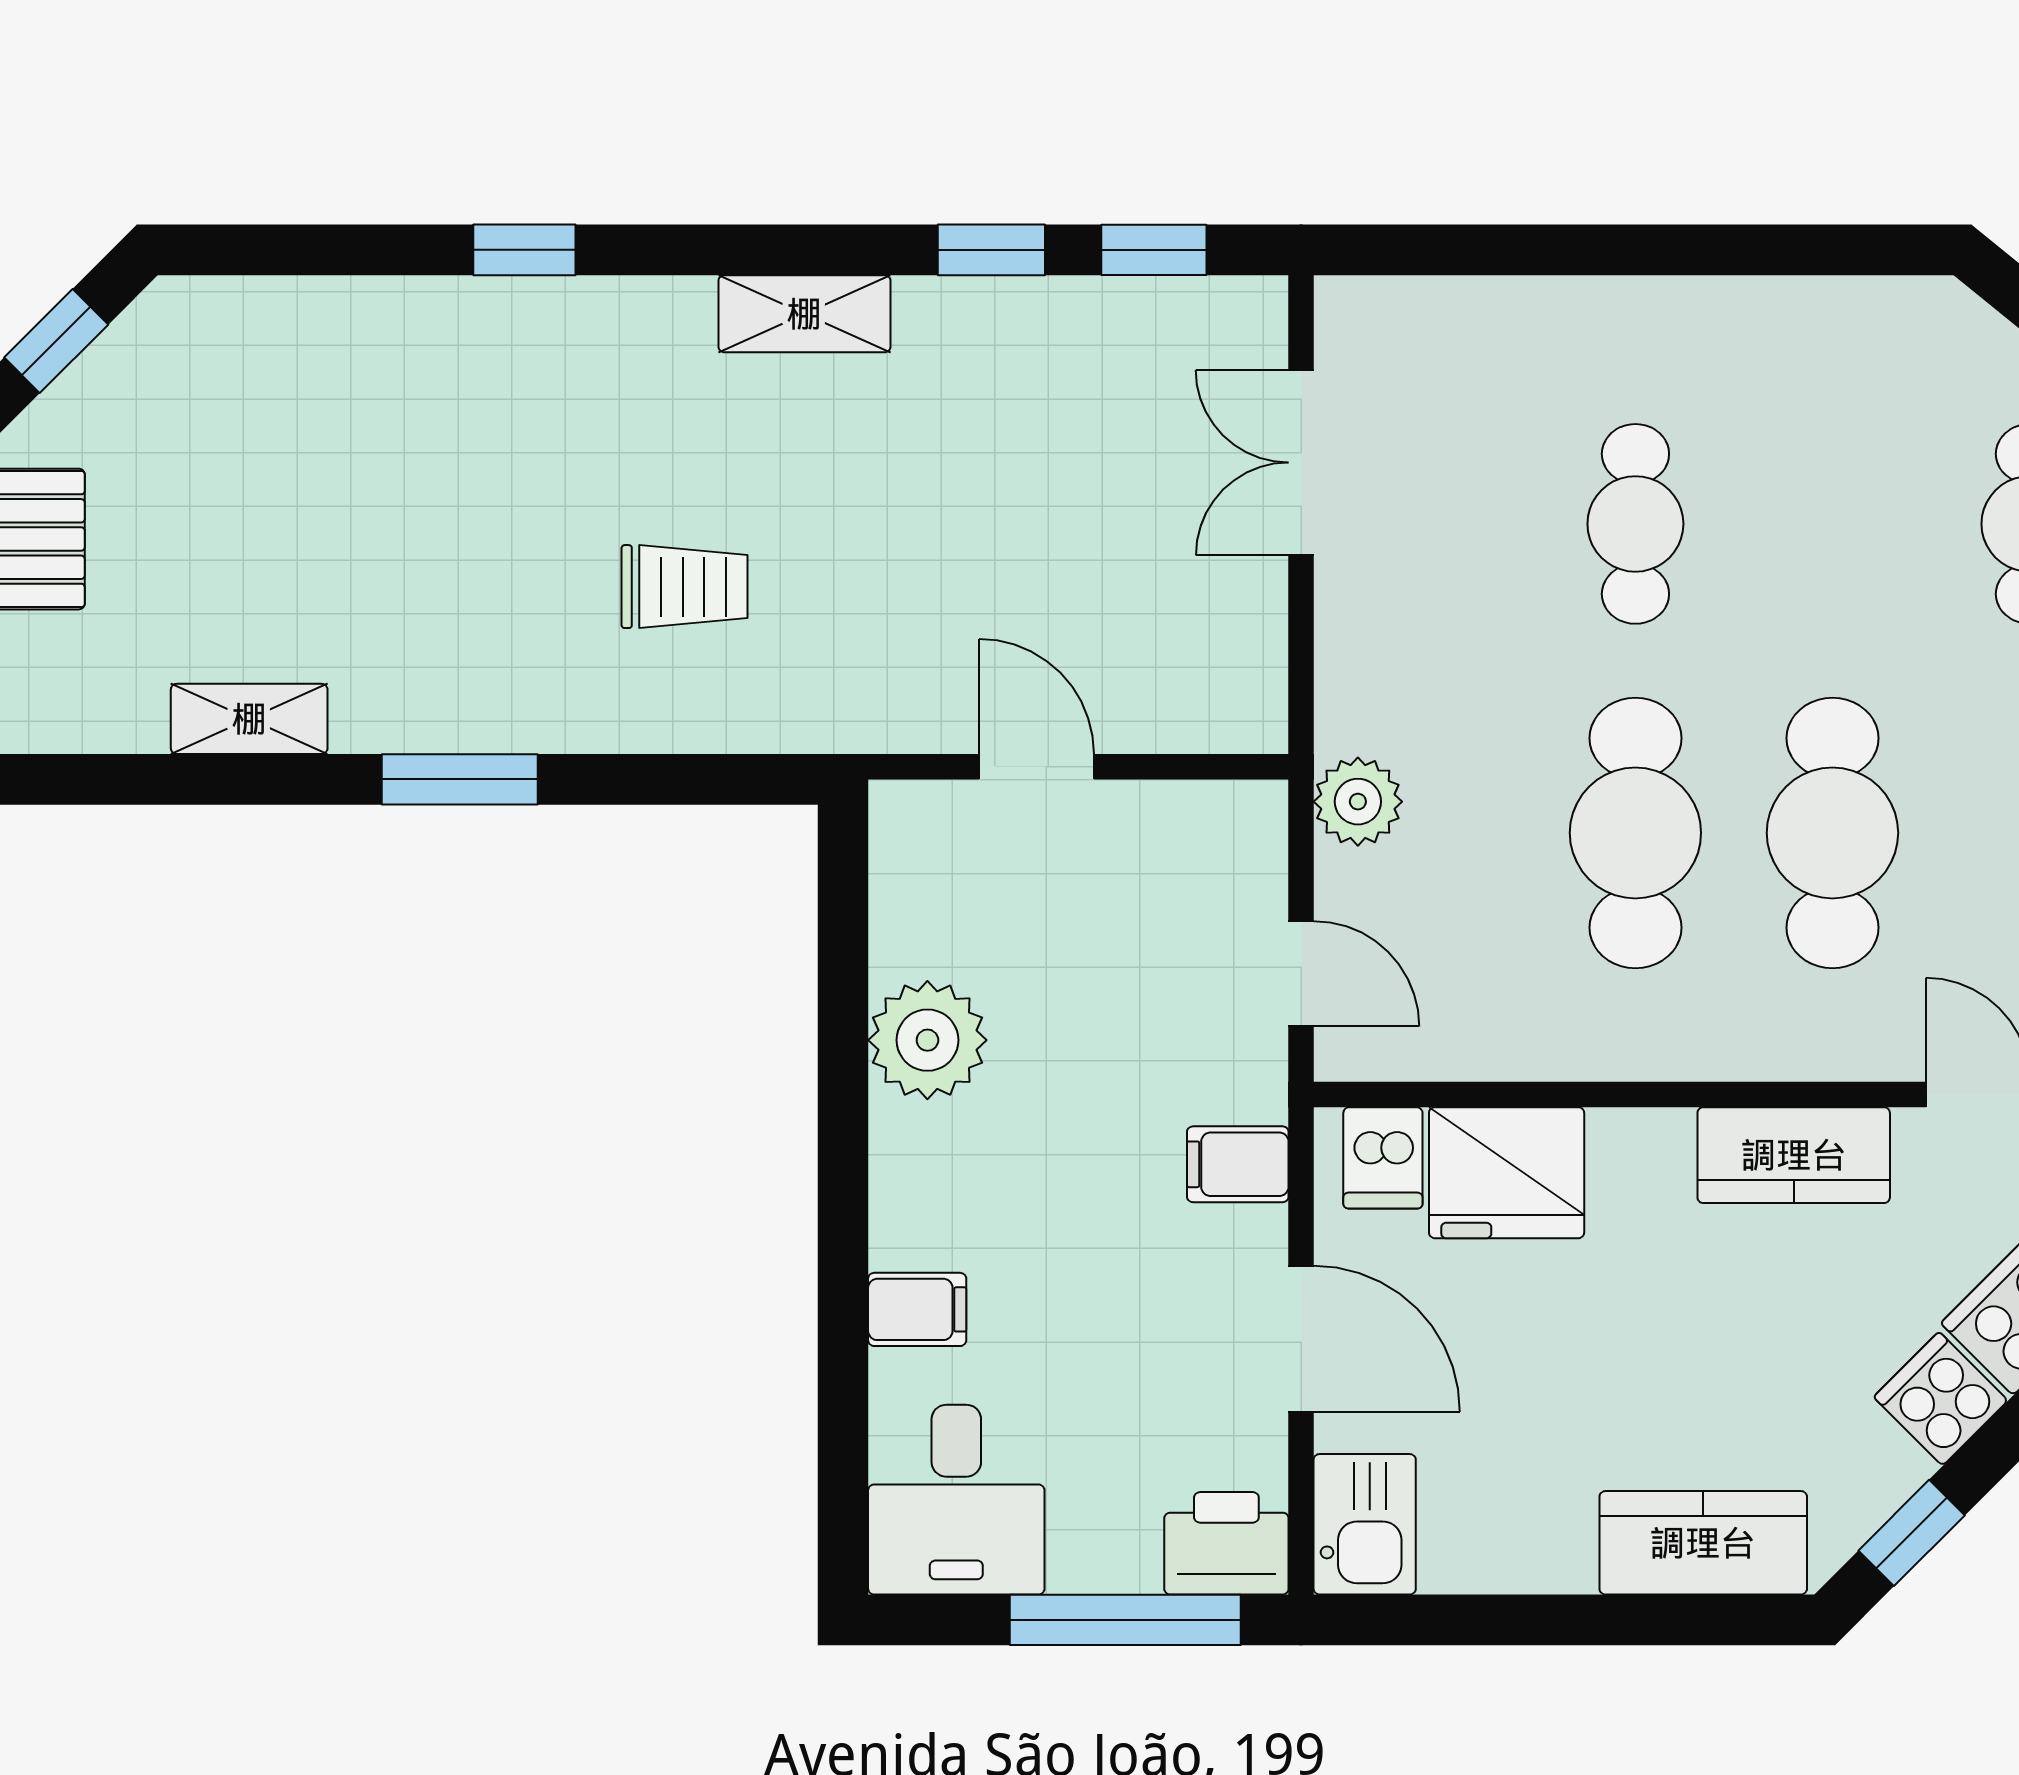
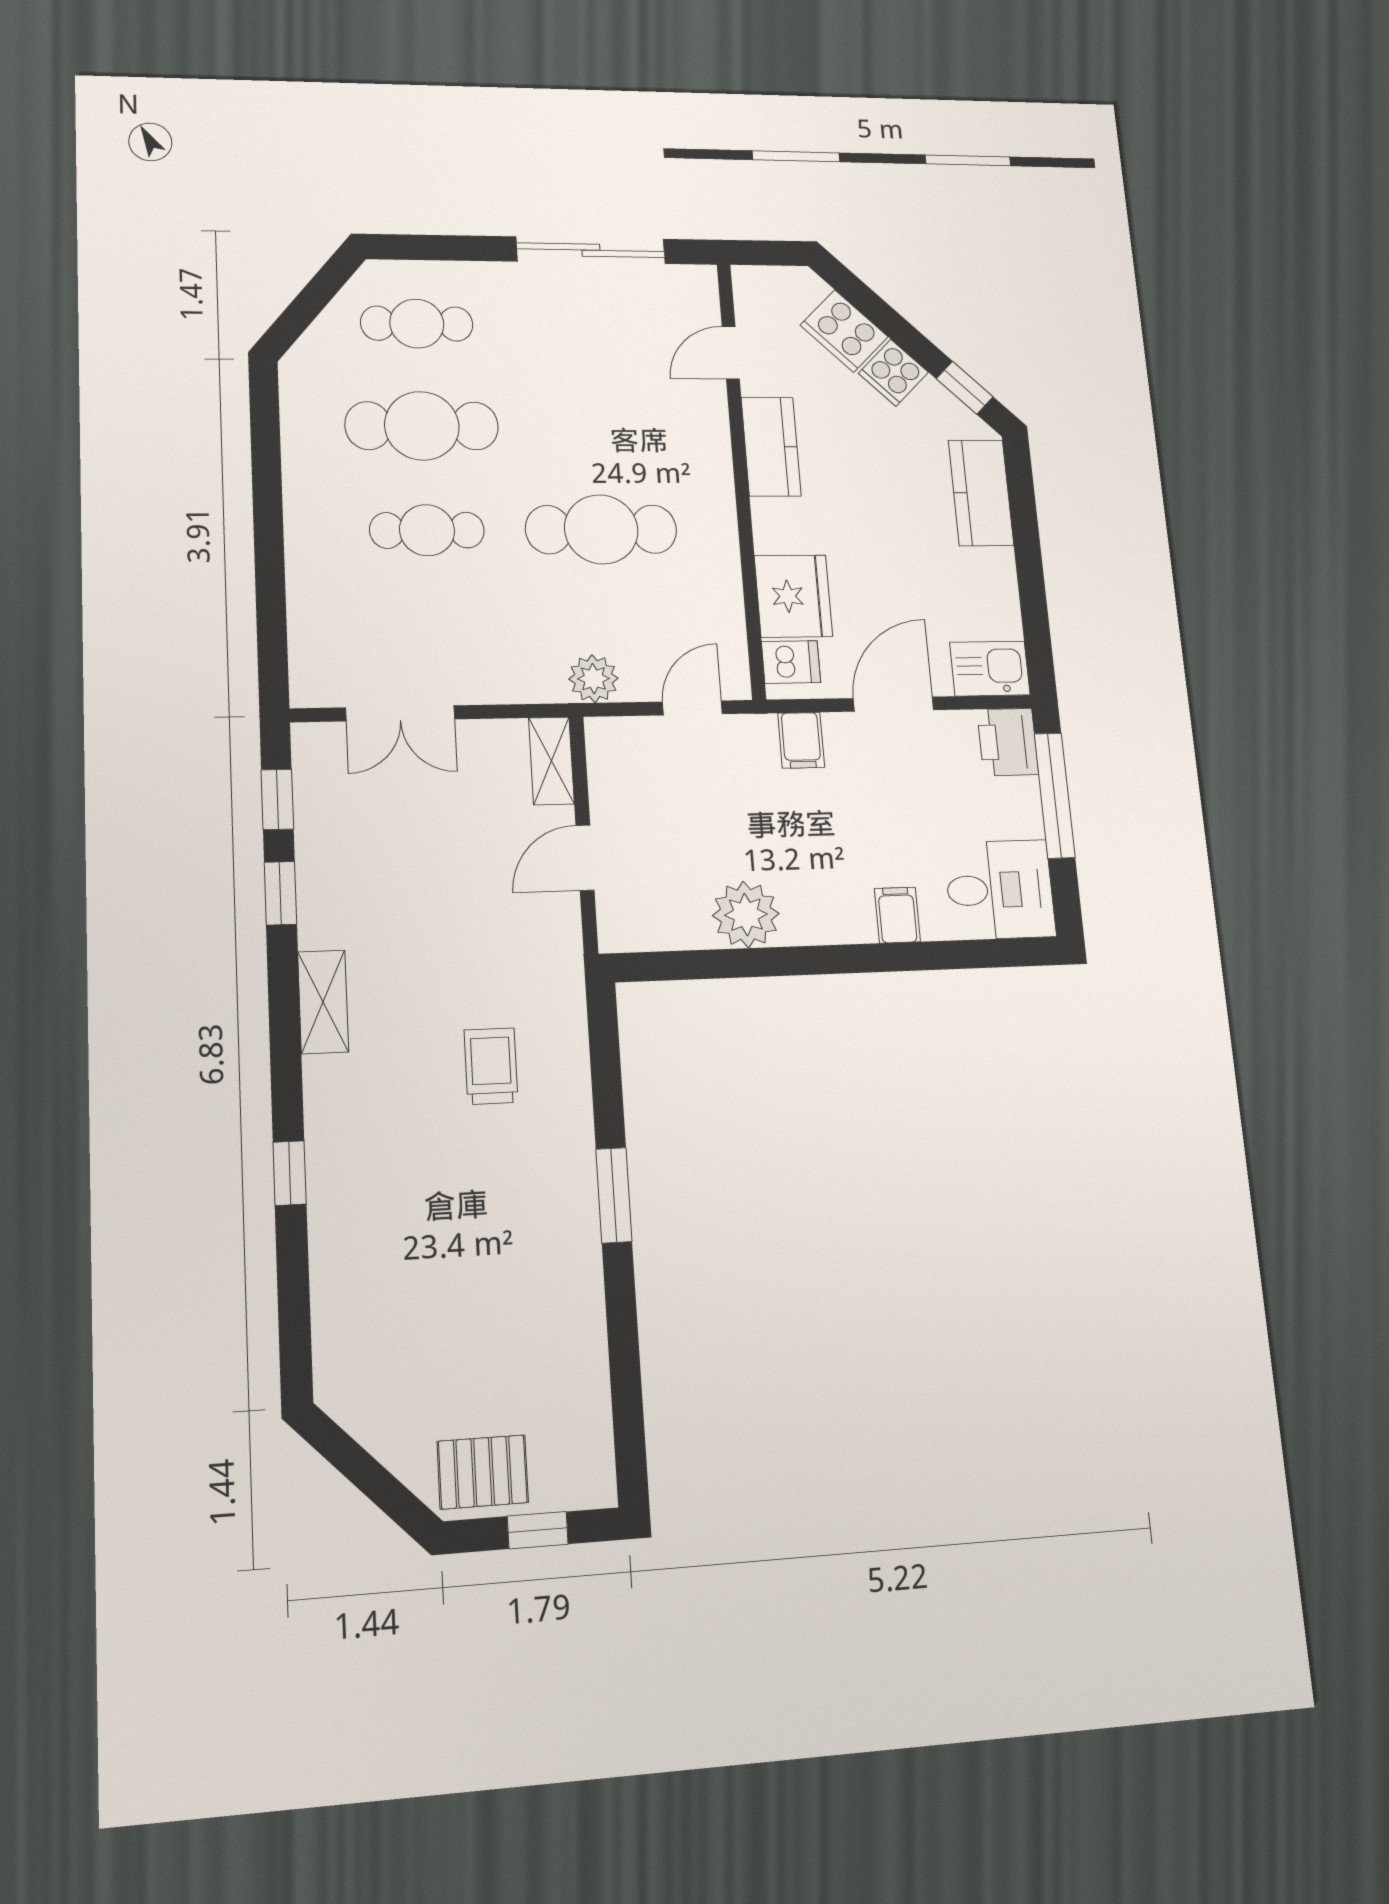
window: (56, 341) -> (357, 1465), removed
shelving: (249, 719) -> (551, 761), moved
cafe table: (1832, 833) -> (422, 426), moved

